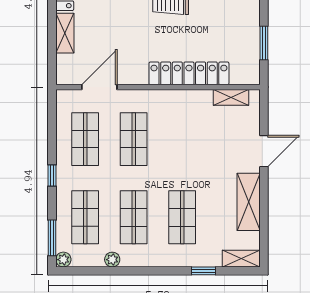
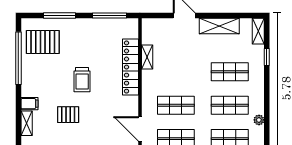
window: (264, 43) -> (110, 15), width x1.44
shelving: (231, 97) -> (147, 57), moved

